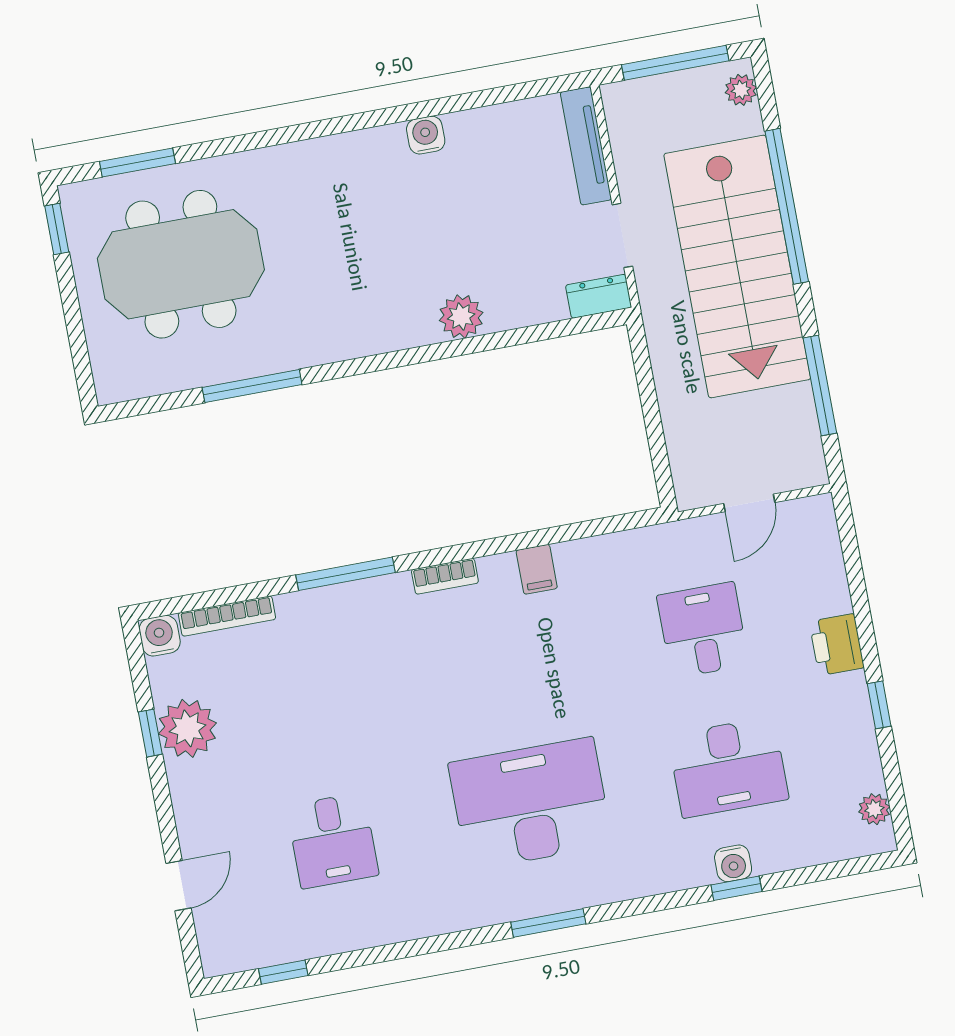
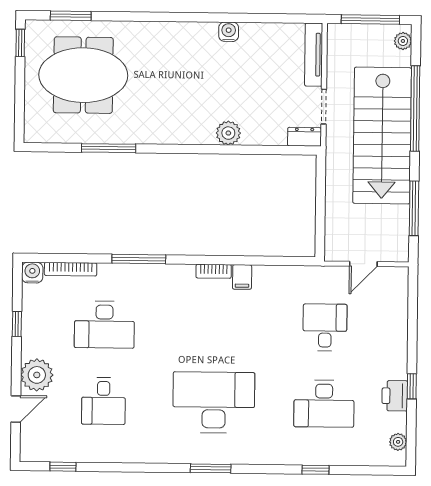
bookcase: (445, 576) -> (214, 271), moved
printer: (837, 645) -> (395, 396), moved
desk: (307, 703) -> (104, 325), added
plant: (187, 728) -> (37, 375), moved
water cooler: (733, 863) -> (316, 456), removed

